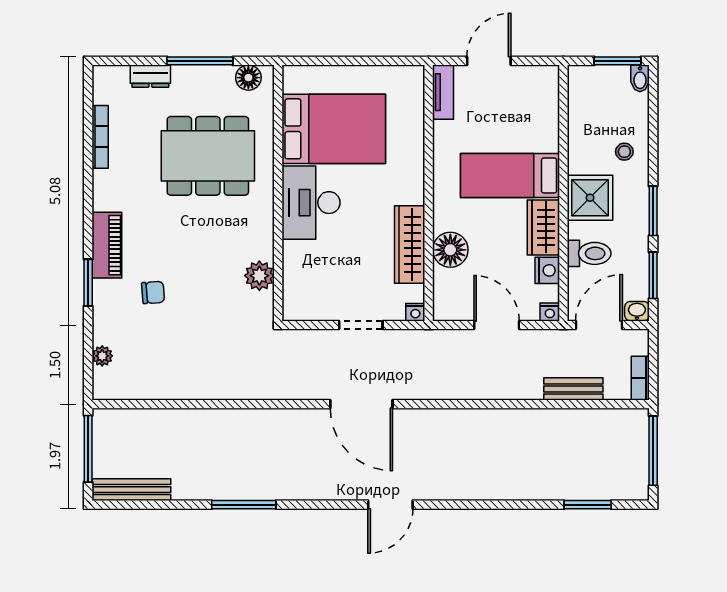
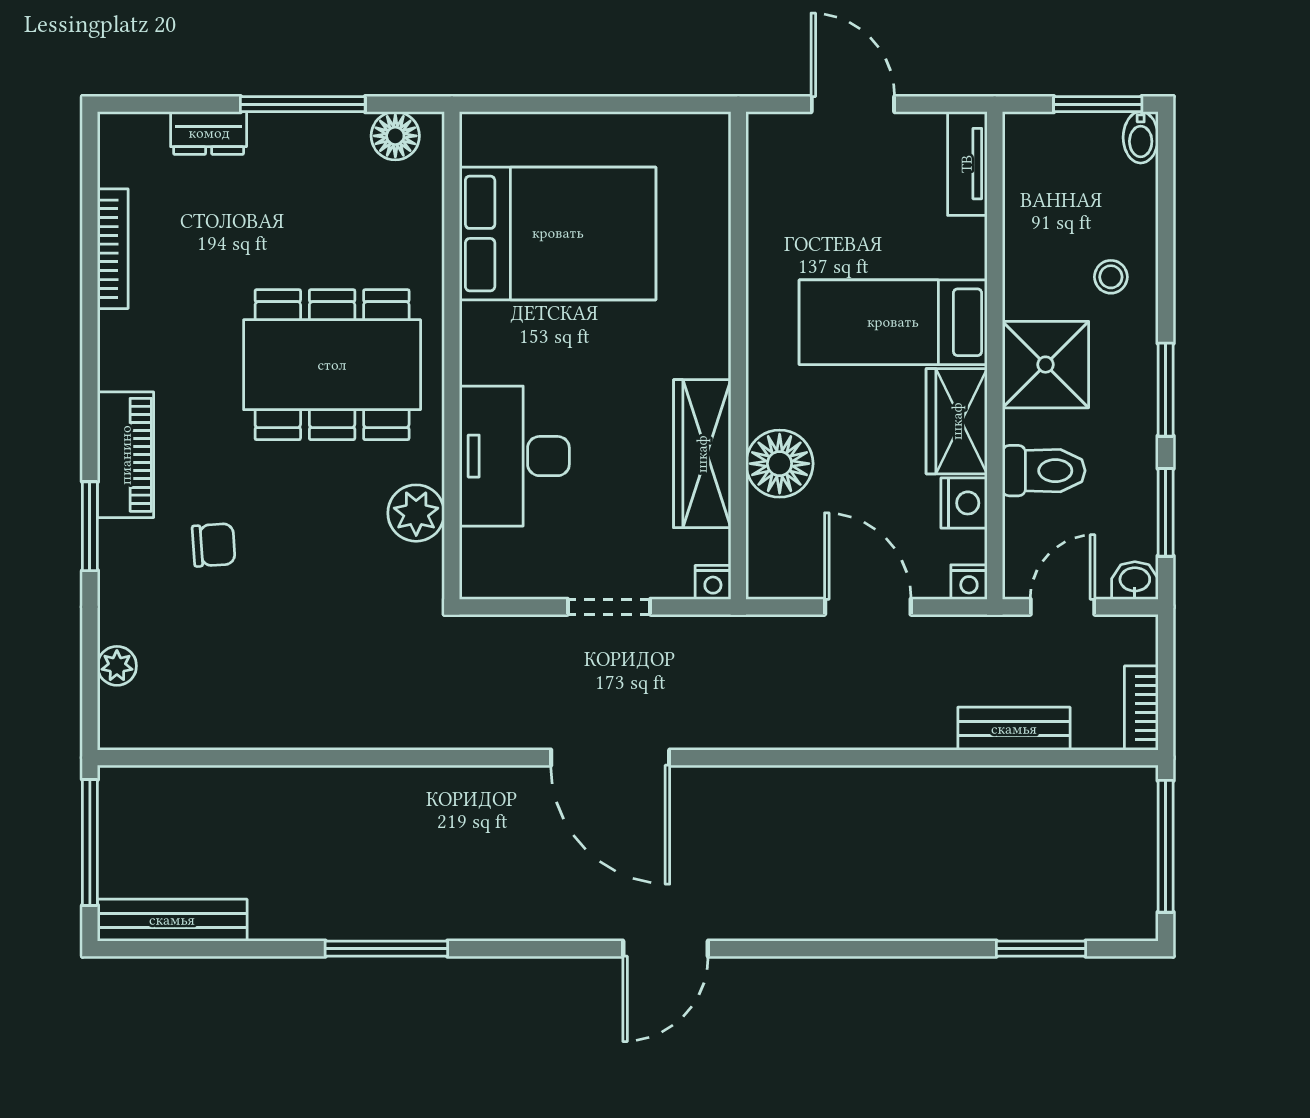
door: (489, 61) -> (853, 104), hinge flipped
tv unit: (443, 92) -> (967, 164), moved, turned 180
dining table: (208, 156) -> (332, 365), moved
desk: (311, 203) -> (514, 456), moved
door: (599, 325) -> (1062, 607), width x0.73

